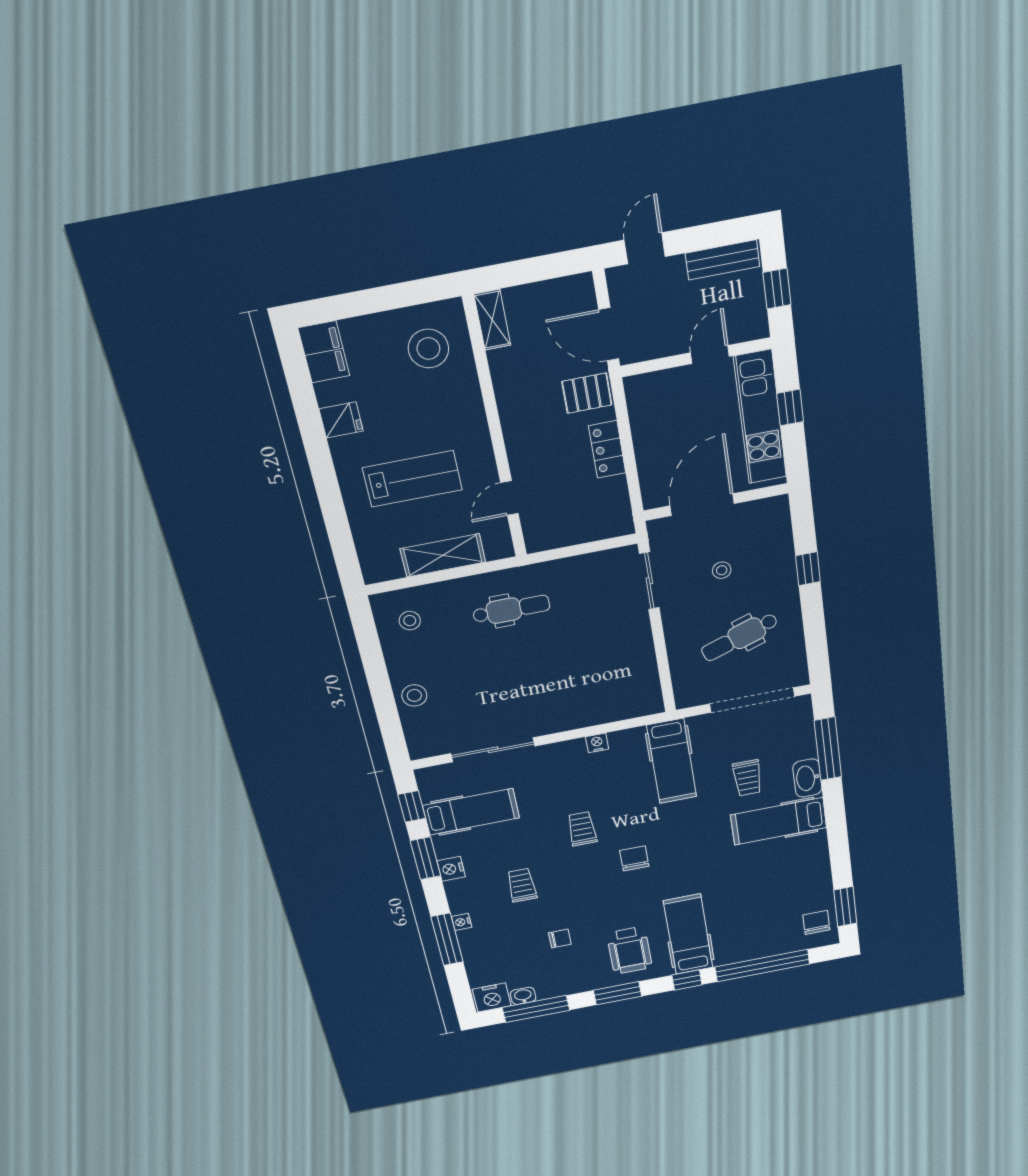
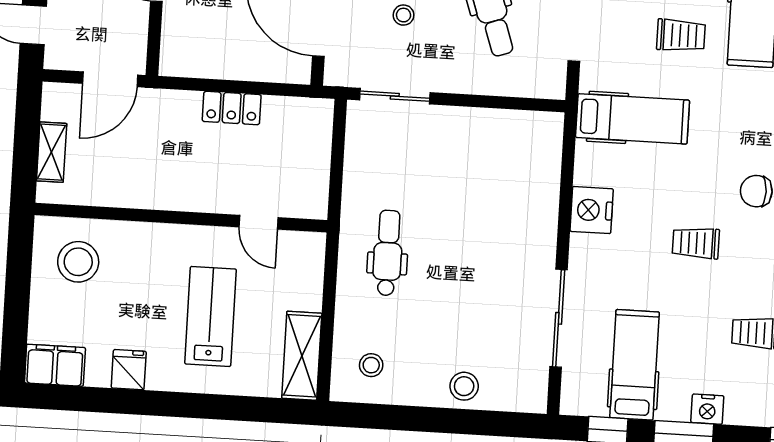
shelving: (492, 320) -> (52, 152), moved, turned 90
pallet: (587, 393) -> (166, 115), removed
shelving: (443, 555) -> (302, 356), moved
nightstand: (597, 743) -> (592, 210), width x1.89, depth x1.79

